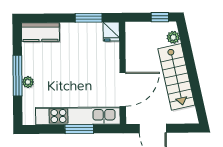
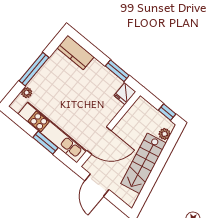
plant: (28, 82) -> (27, 93), moved

